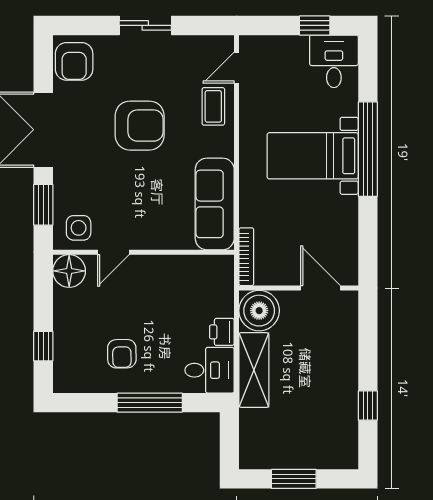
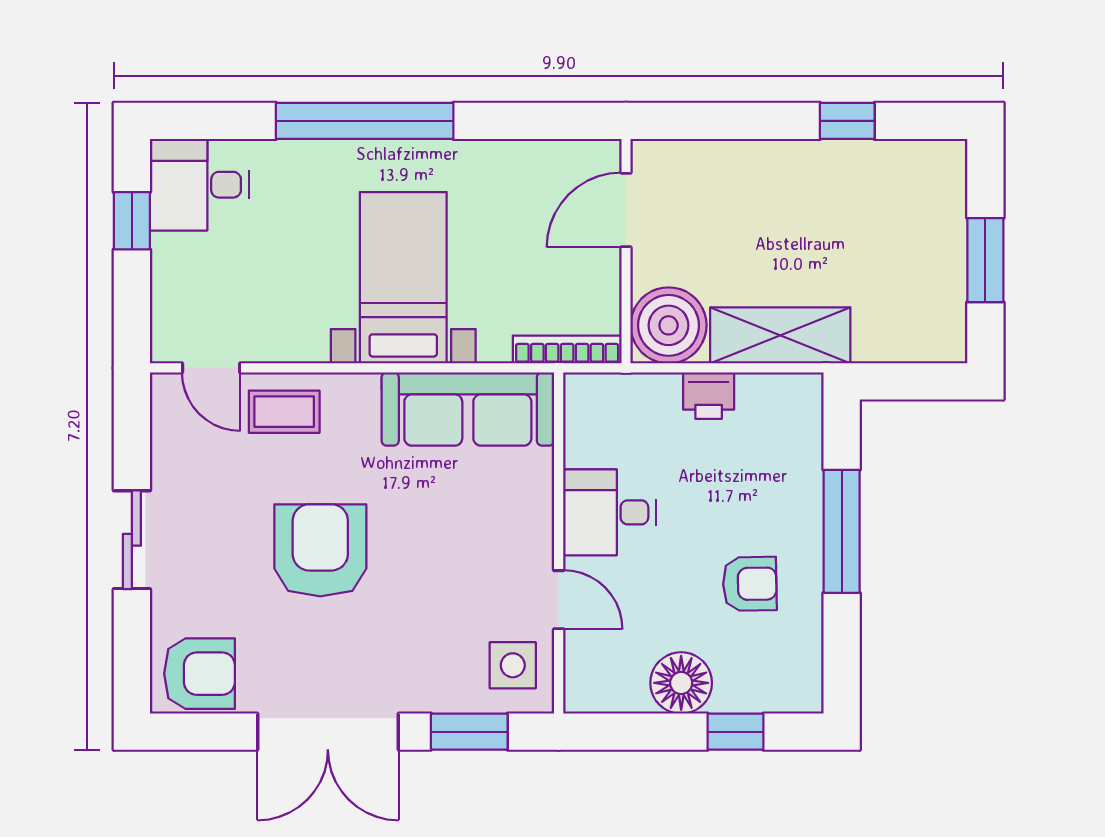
bed with nightstands: (313, 156) -> (403, 278), moved, turned 180
floor lamp: (69, 271) -> (681, 683), moved
desk: (210, 370) -> (609, 512), moved, turned -90

